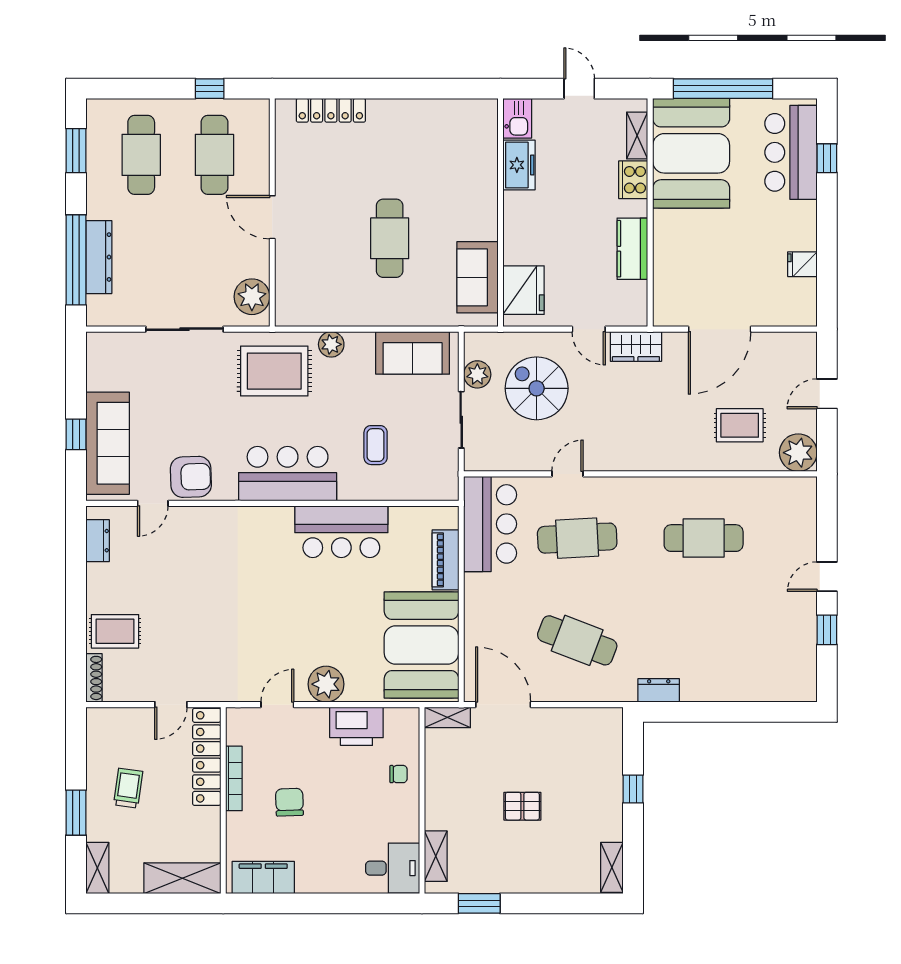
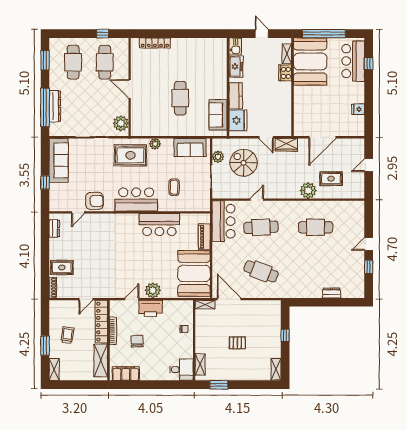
kitchen counter: (632, 249) -> (236, 96), moved, turned 180
sofa: (108, 443) -> (59, 160), moved
plant: (798, 453) -> (308, 190), moved
dresser: (659, 690) -> (332, 293), moved
printer: (356, 726) -> (151, 308), moved
shelving: (182, 878) -> (101, 361), moved, turned 90

